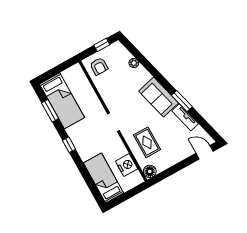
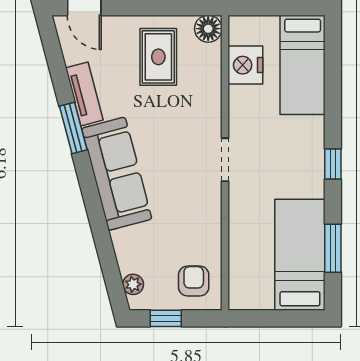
plant: (134, 63) -> (133, 284), moved
sofa: (159, 97) -> (117, 174), width x1.36
rug: (147, 142) -> (158, 57), moved

